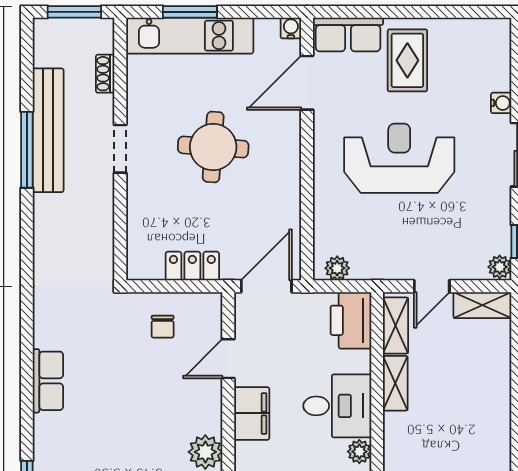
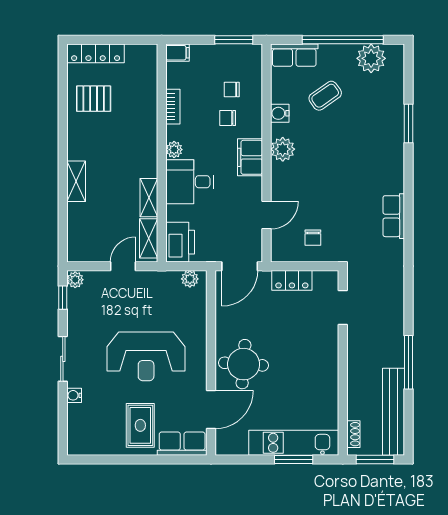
water cooler: (291, 28) -> (222, 448), removed
shoe rack: (105, 74) -> (353, 434), moved
bench: (48, 130) -> (394, 412), moved
round table: (213, 147) -> (244, 364), moved
doorway: (120, 149) -> (343, 307), moved
shelving: (482, 305) -> (76, 181), moved, turned 90
chair: (163, 327) -> (313, 238), turned 180
row of seats: (48, 381) -> (394, 216), moved
filing cabinet: (252, 413) -> (250, 157), moved

